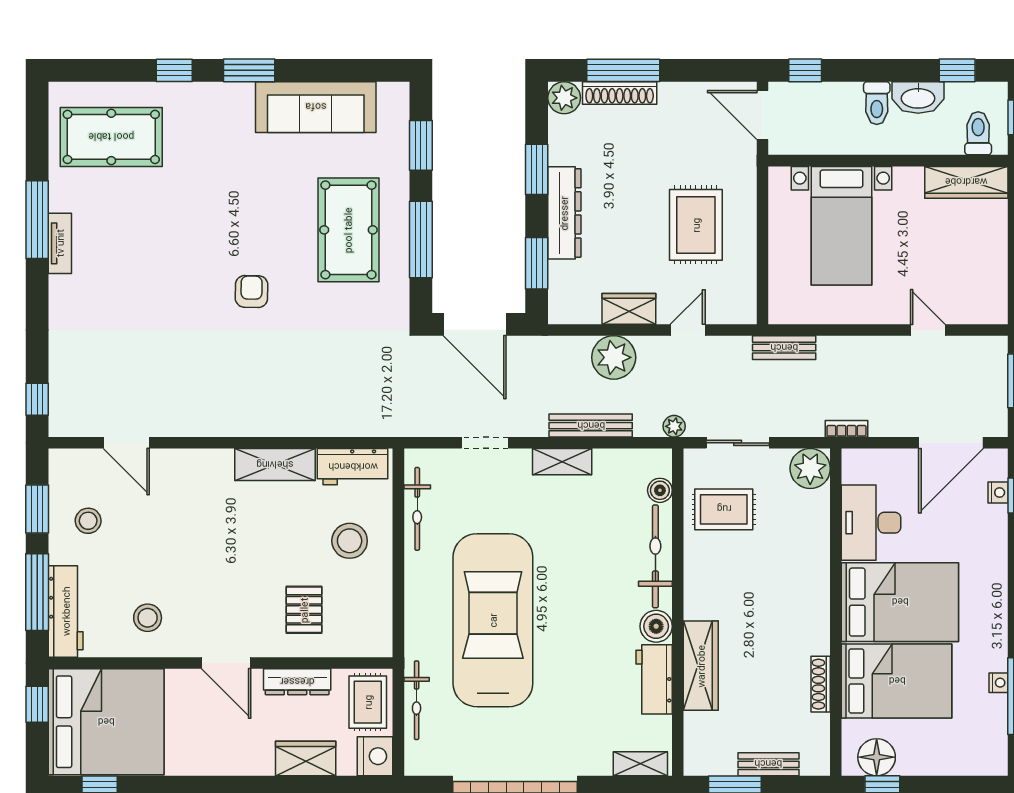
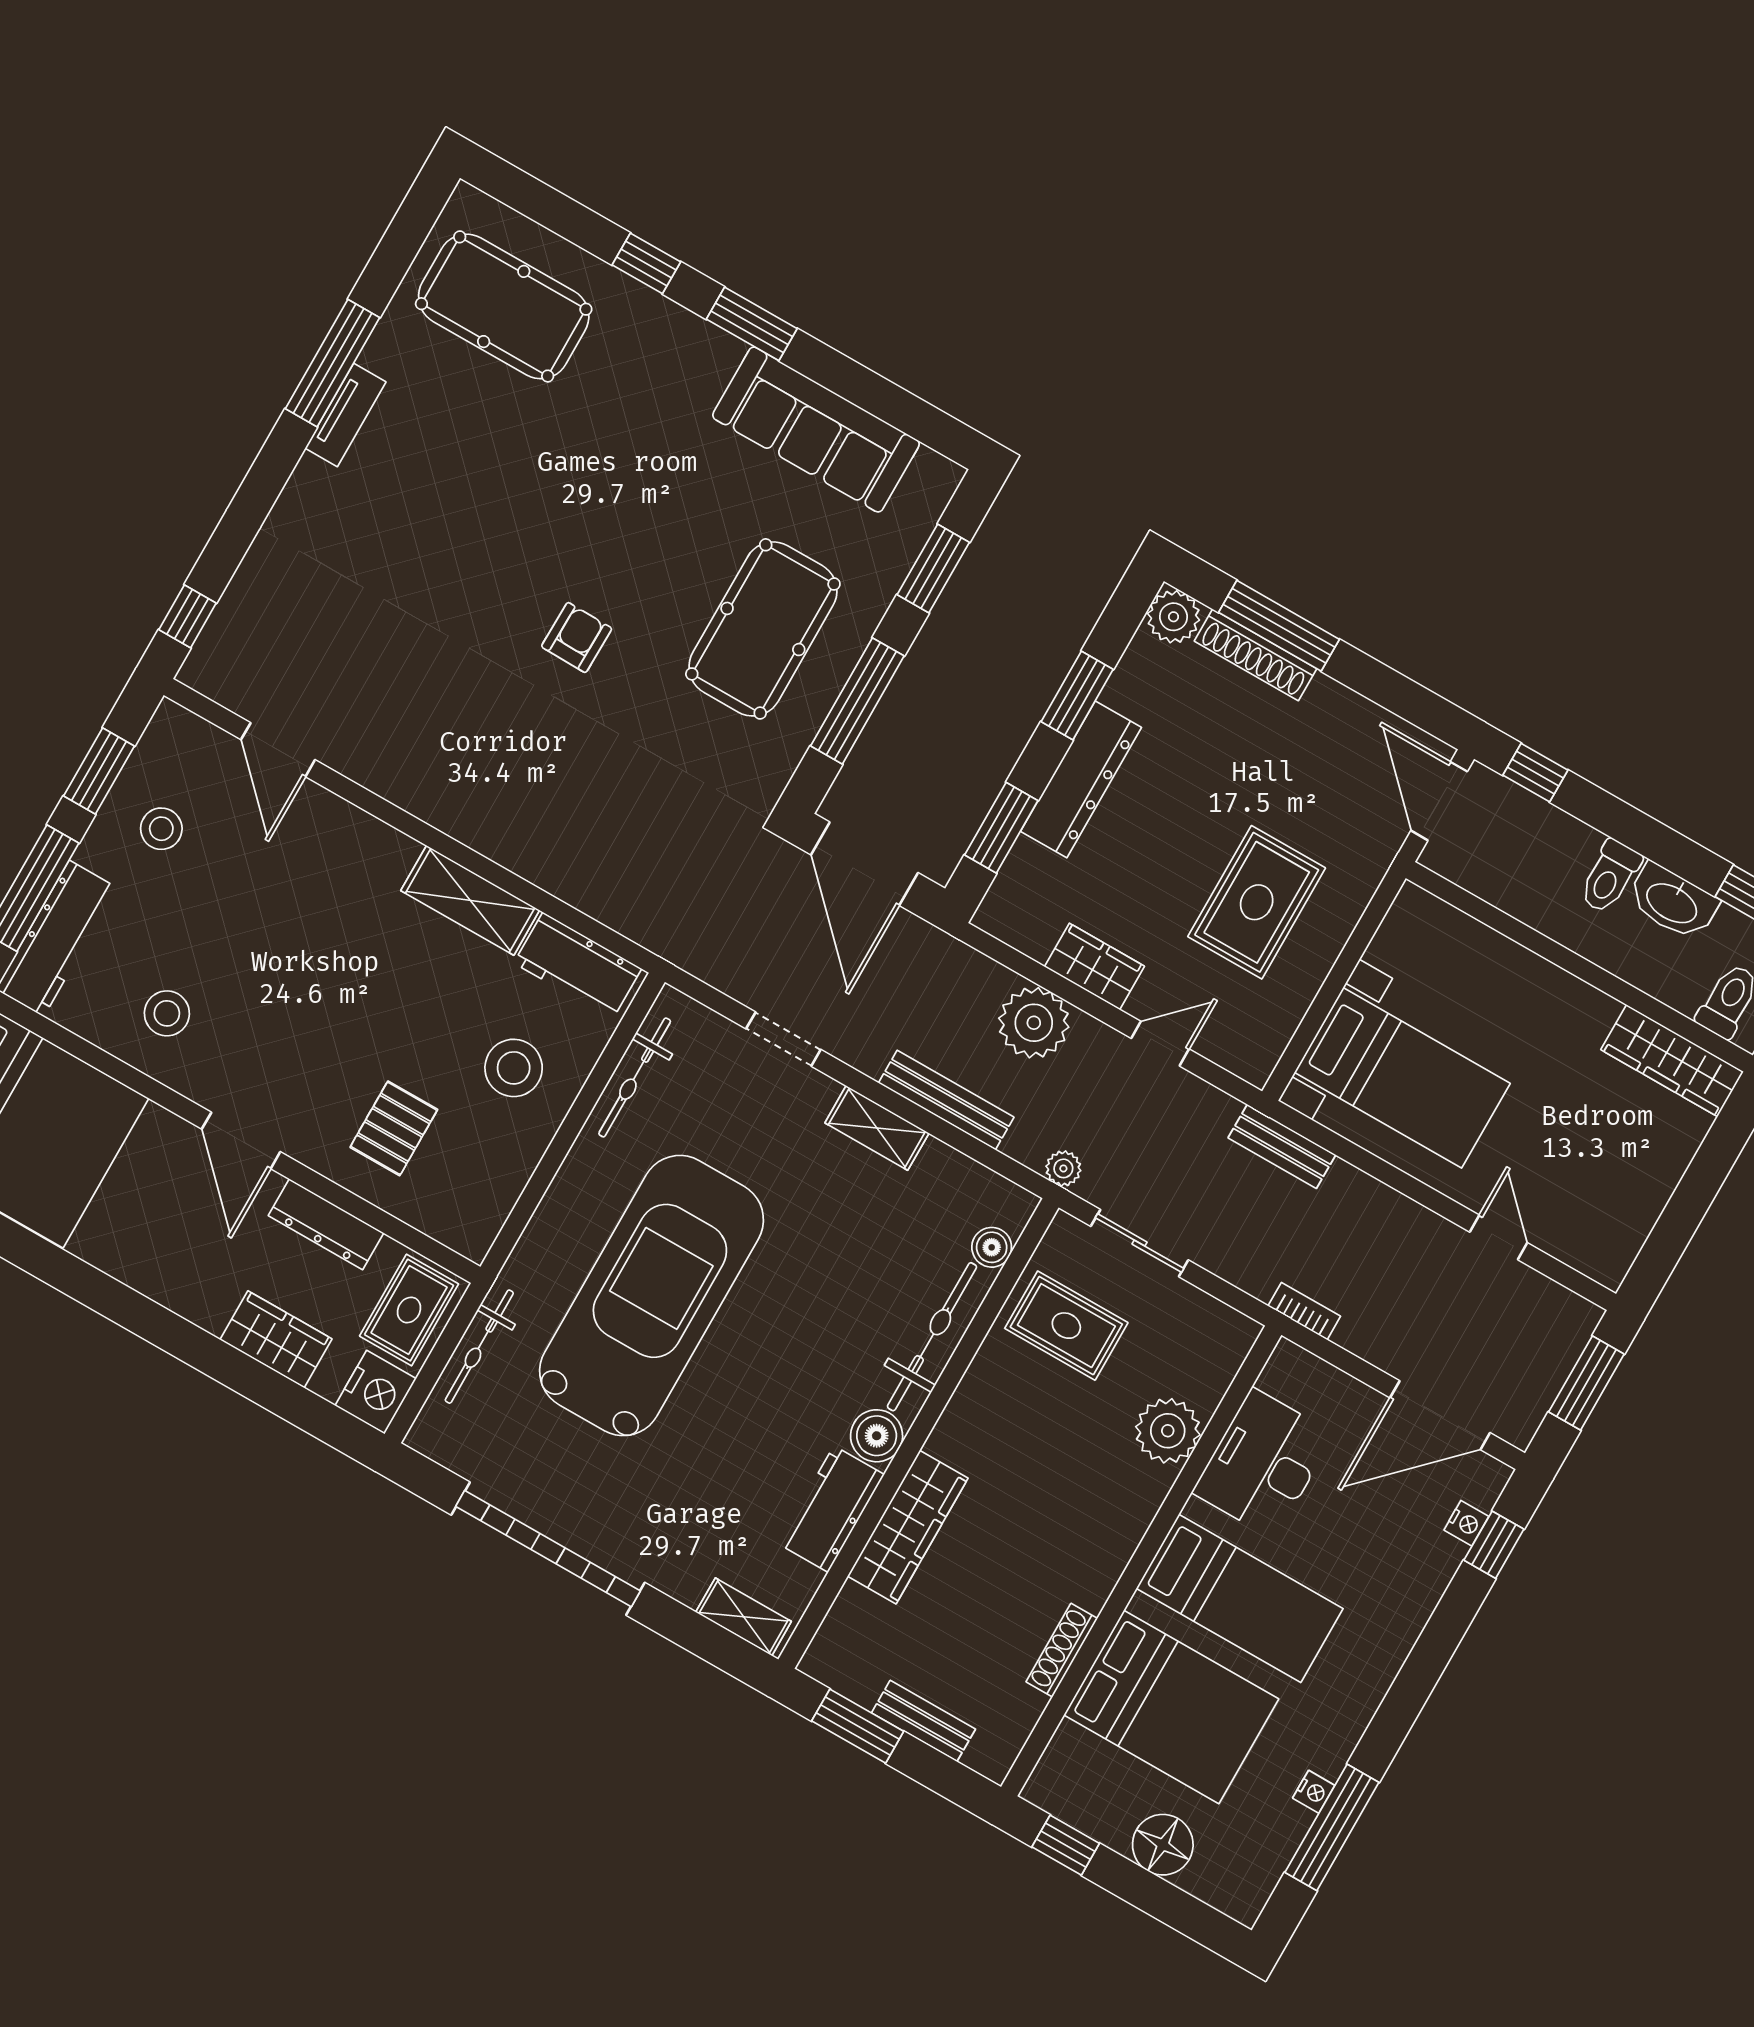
bed with nightstands: (842, 226) -> (1402, 1078), moved, turned -90
plant: (810, 469) -> (1168, 1431), moved
bed: (900, 602) -> (1240, 1598), width x0.67
floor lamp: (877, 757) -> (1163, 1845), moved

